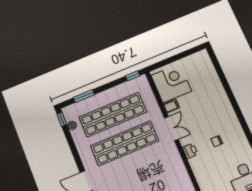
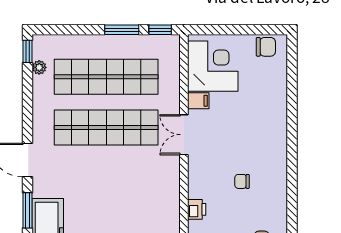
chair: (197, 60) -> (266, 47), added
window: (84, 96) -> (122, 30), moved
double door: (171, 129) -> (184, 135), swing flipped
printer: (190, 151) -> (197, 209), moved

